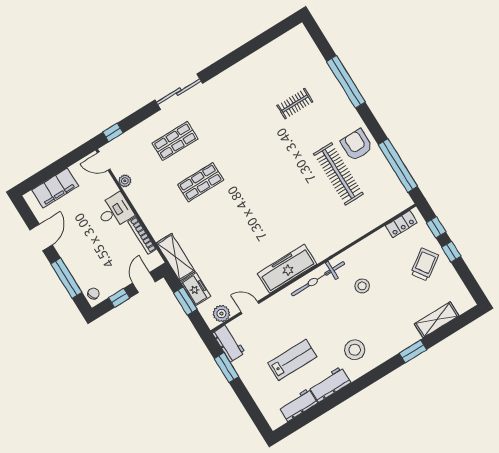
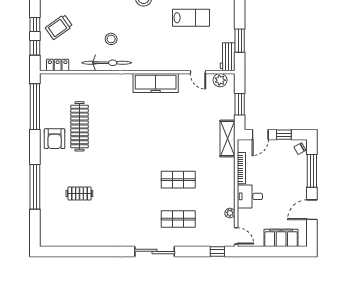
bicycle: (318, 279) -> (107, 63), moved
freezer: (196, 289) -> (227, 108), removed
lab bench: (292, 360) -> (191, 18), turned 180

